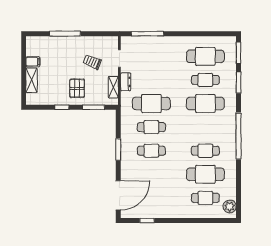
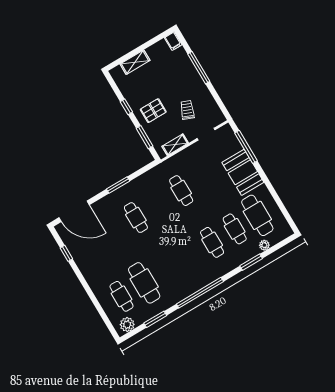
booth: (166, 48) -> (243, 172), added
window: (239, 53) -> (155, 319), moved
filing cabinet: (33, 62) -> (173, 41), moved
plant: (232, 65) -> (264, 245), added
dresser: (126, 82) -> (187, 153), removed
cafe table: (151, 104) -> (181, 191), width x0.73, depth x0.74
cafe table: (205, 104) -> (212, 242), width x0.73, depth x0.74
cafe table: (151, 127) -> (159, 204), removed
cafe table: (205, 151) -> (167, 269), removed

